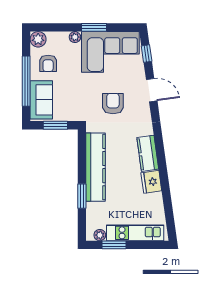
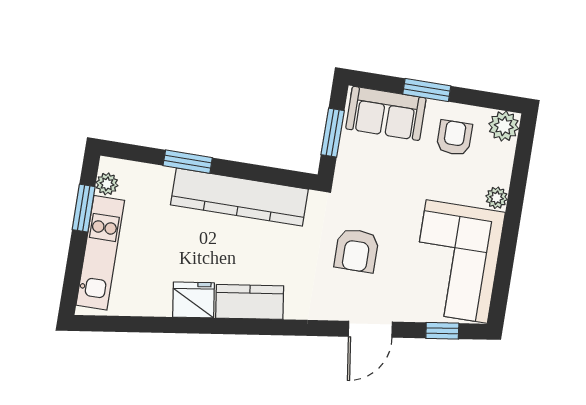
window: (94, 27) -> (509, 238), removed
armchair: (48, 63) -> (454, 138), turned 90
window: (26, 81) -> (427, 90), width x0.47
armchair: (113, 104) -> (356, 250), turned 90

